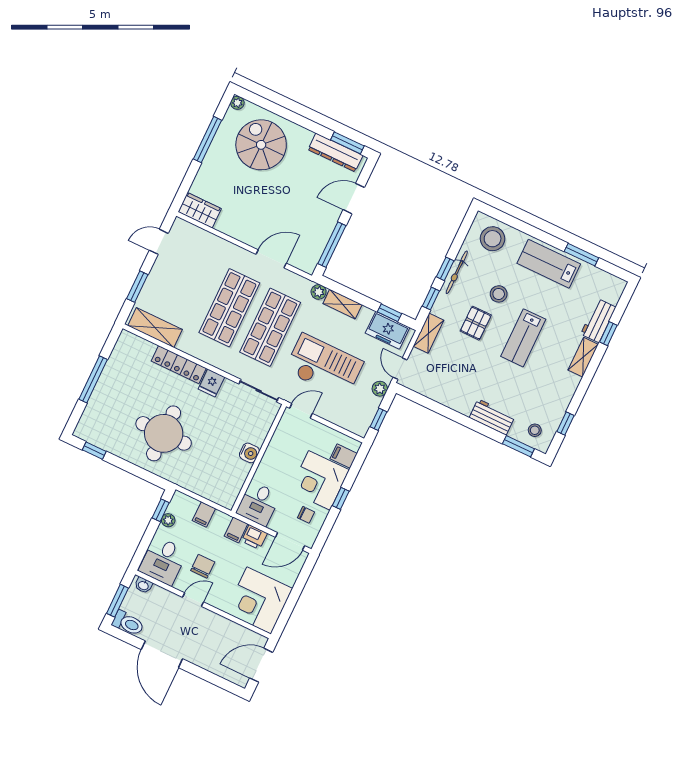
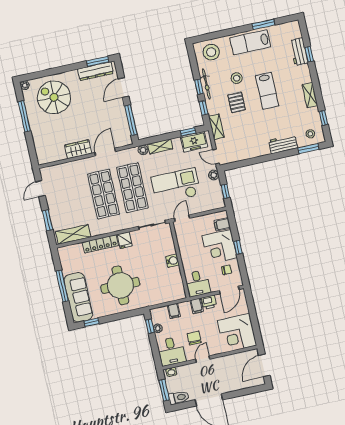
wardrobe: (200, 210) -> (78, 149), moved
shelving: (583, 357) -> (310, 95), moved
sofa: (102, 408) -> (78, 297), added

